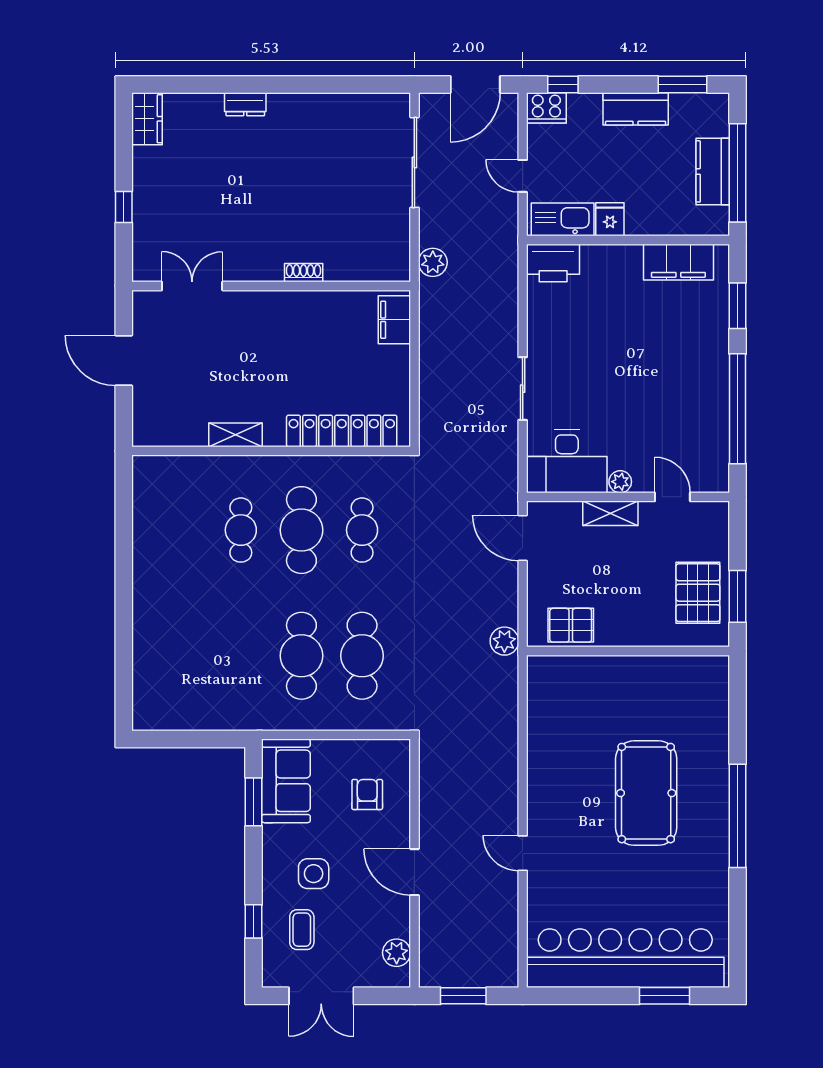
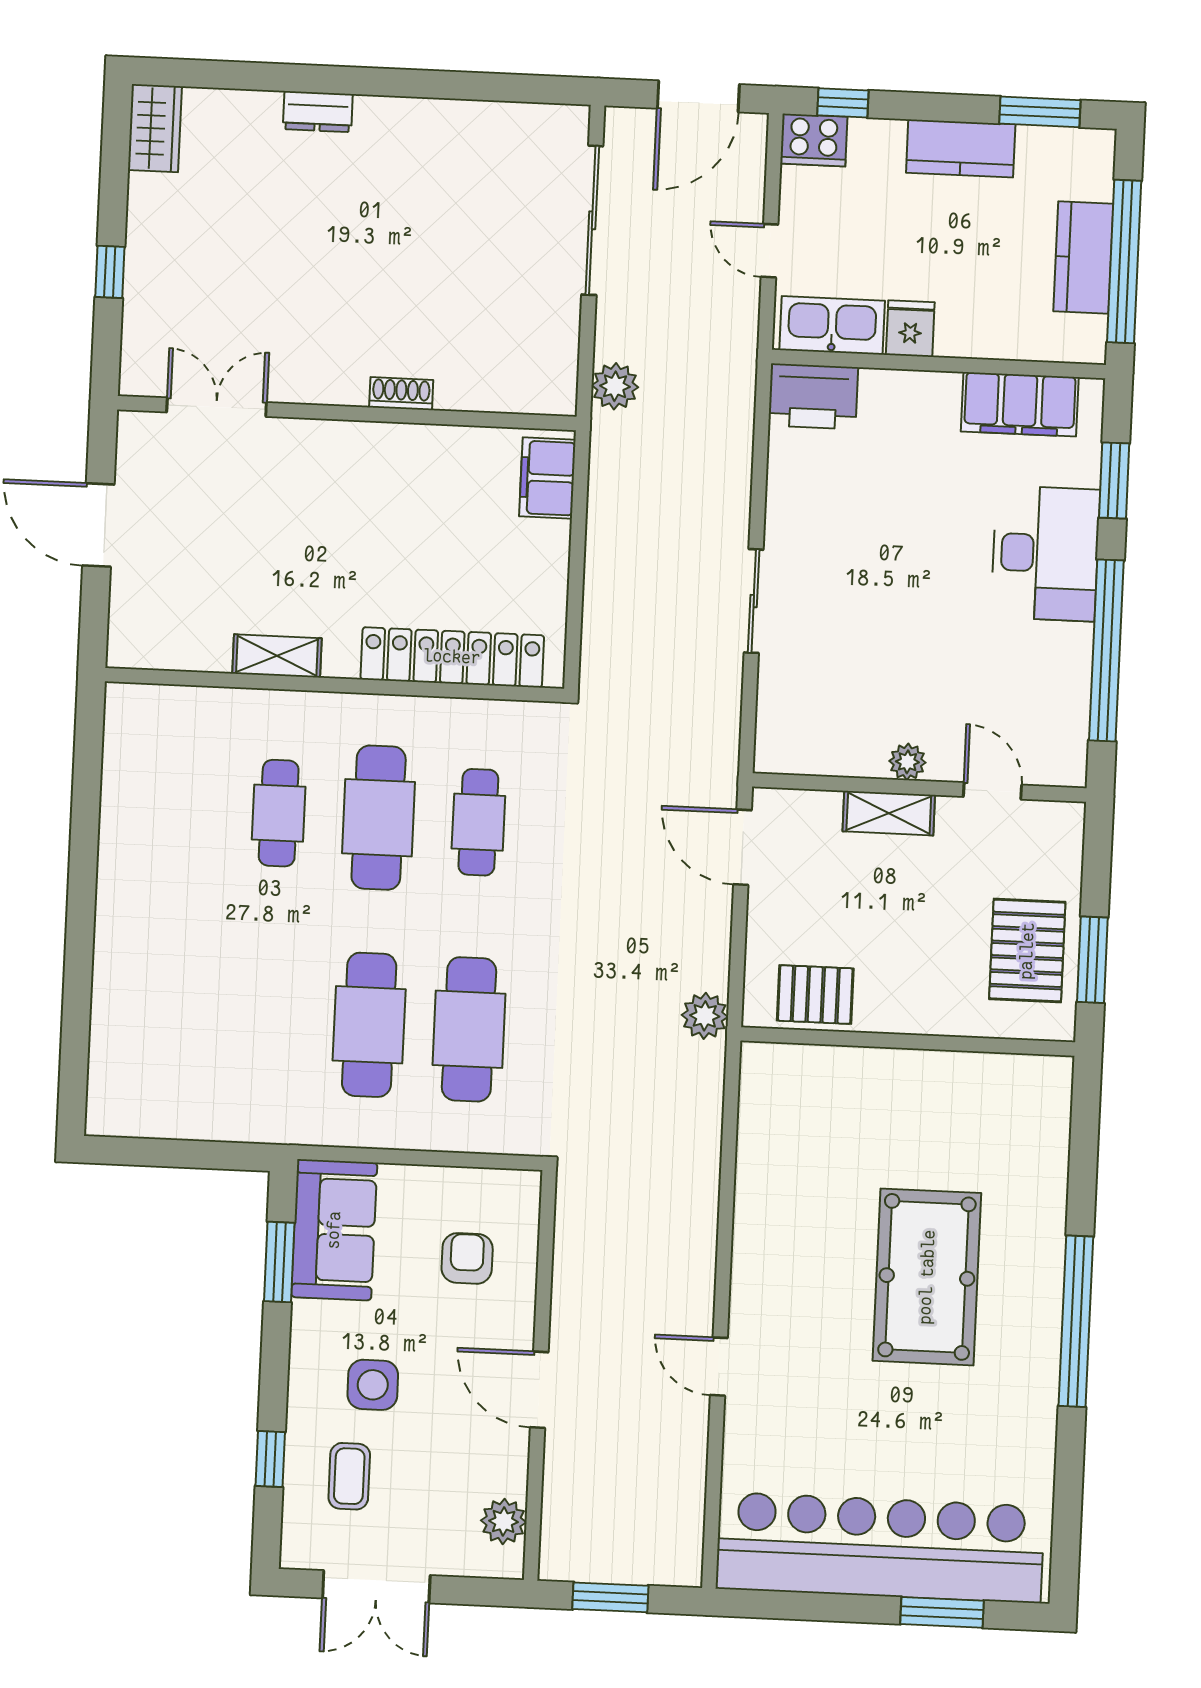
desk: (567, 461) -> (1045, 553), moved, turned -90

